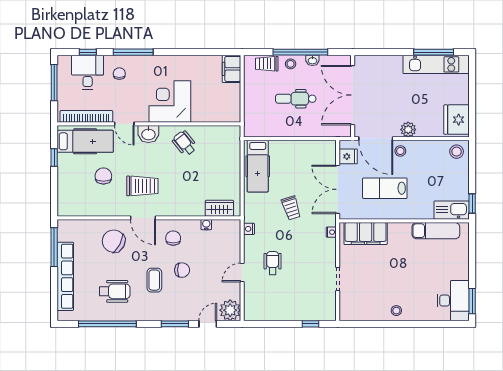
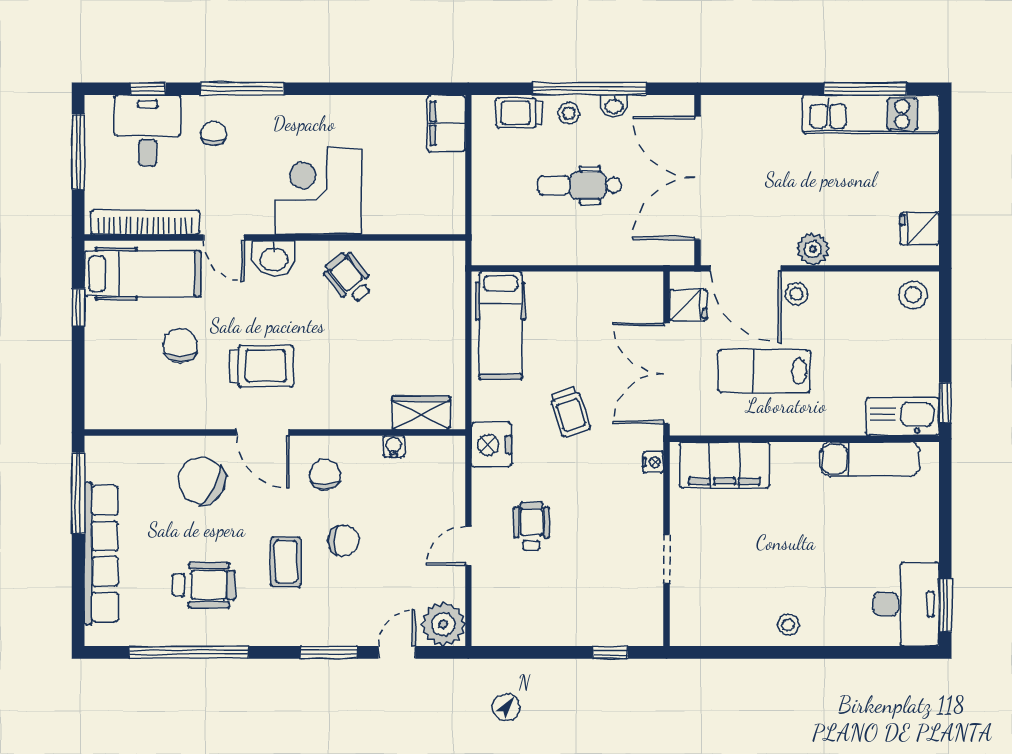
fridge: (456, 120) -> (920, 229), width x0.53, depth x0.75
nightstand: (249, 229) -> (491, 445), width x1.89, depth x1.79

